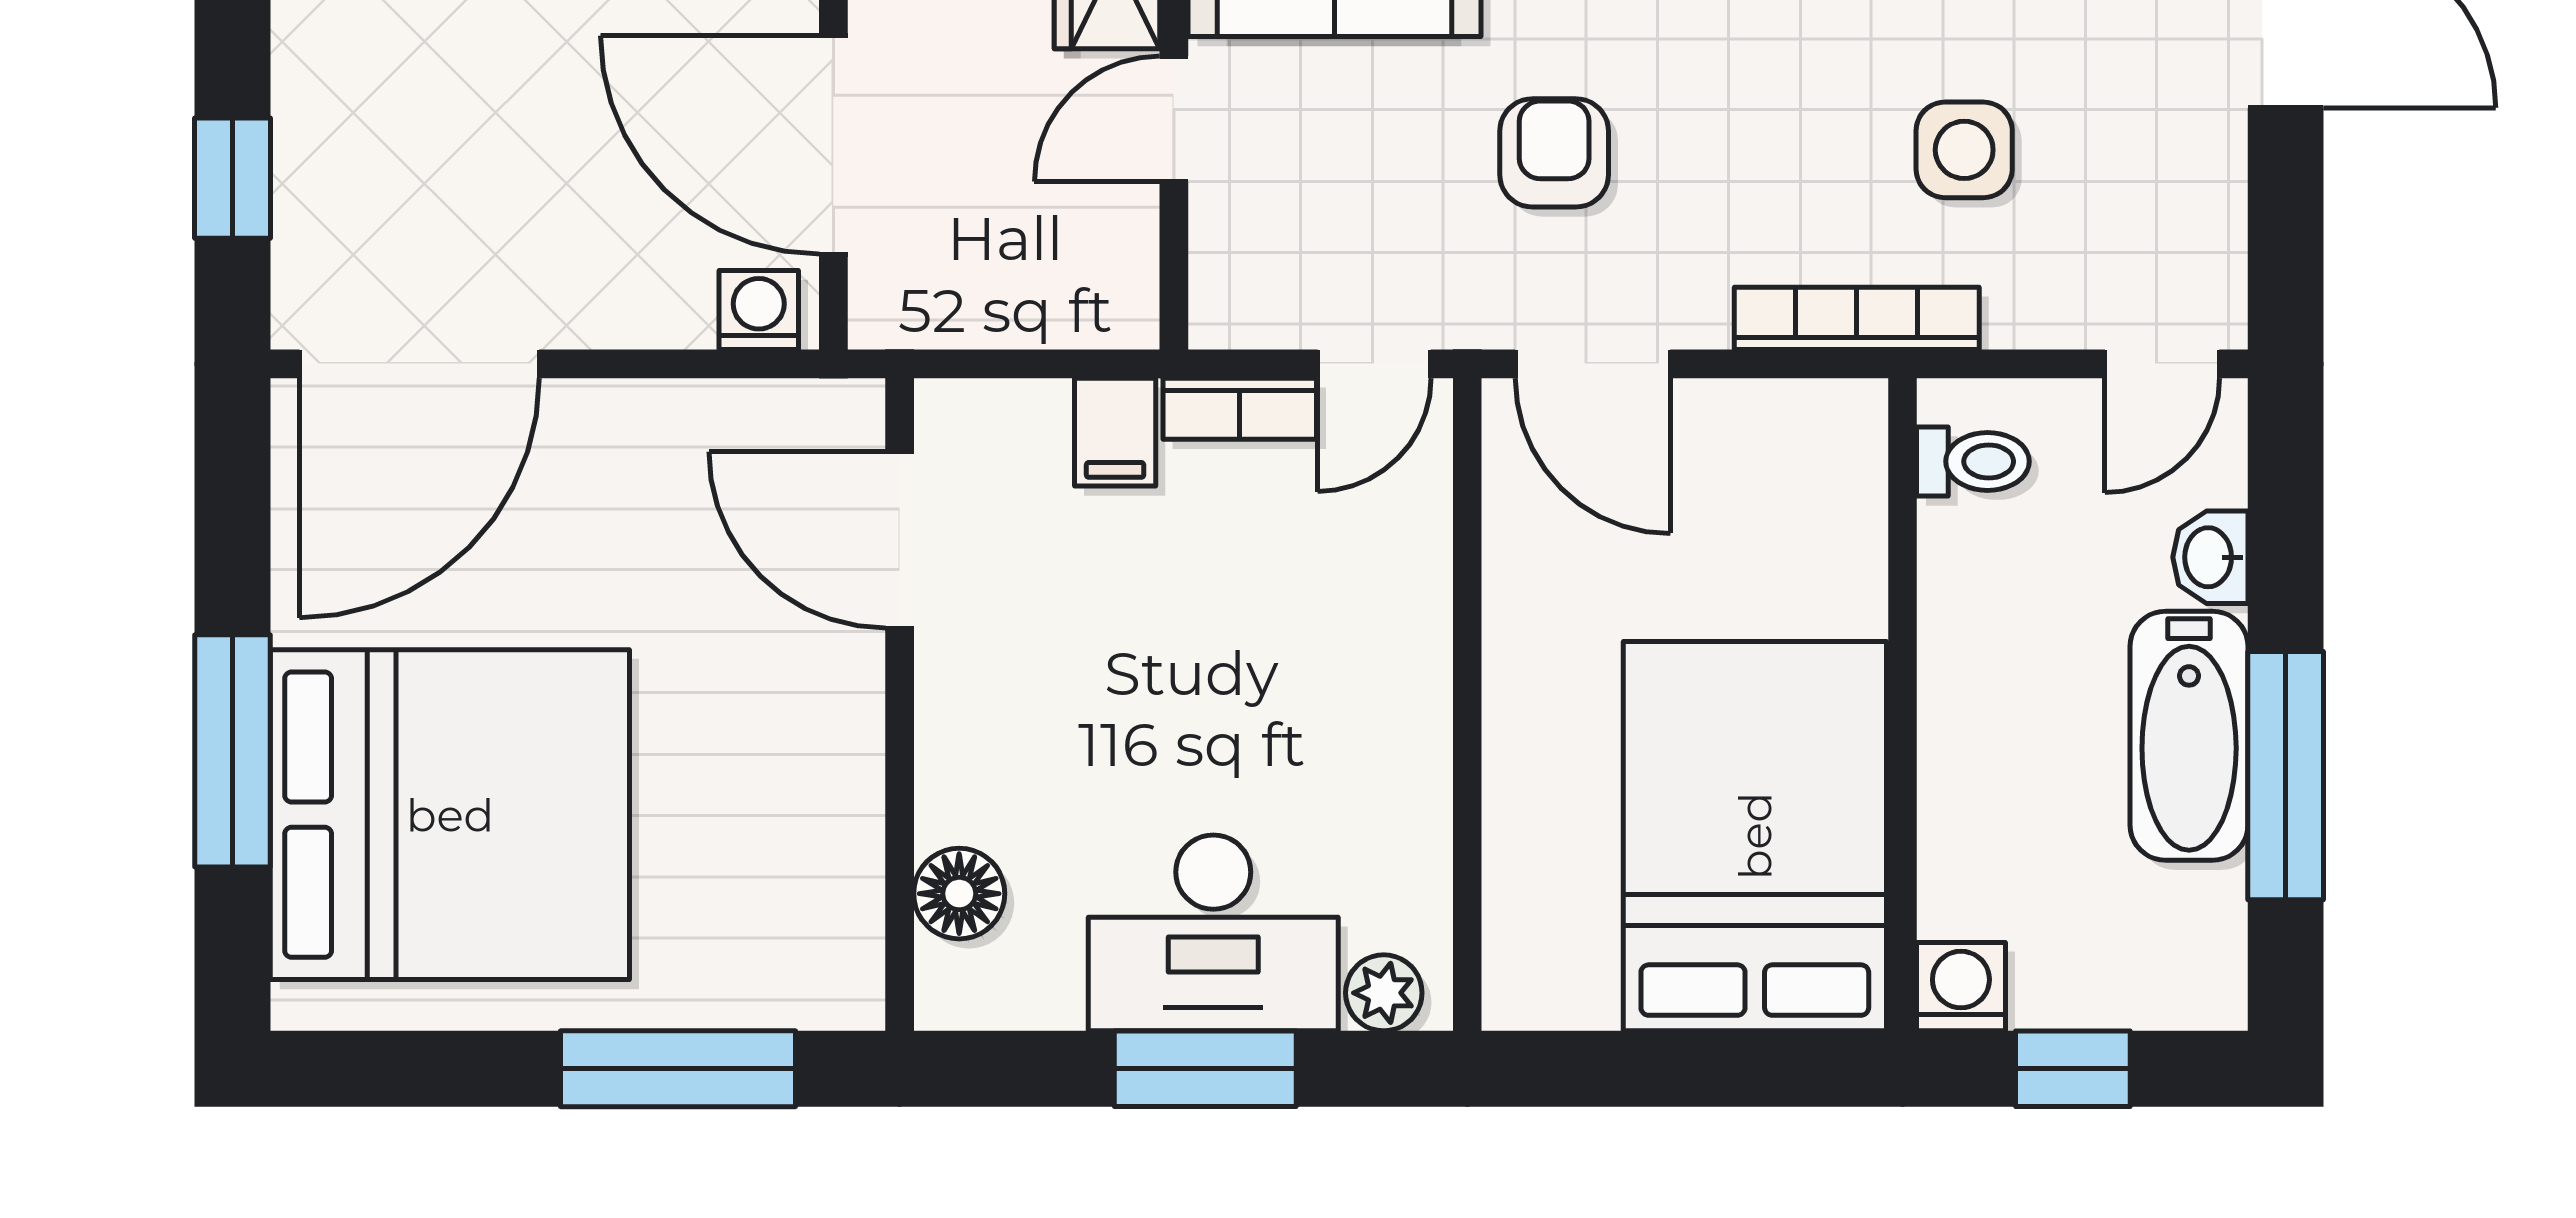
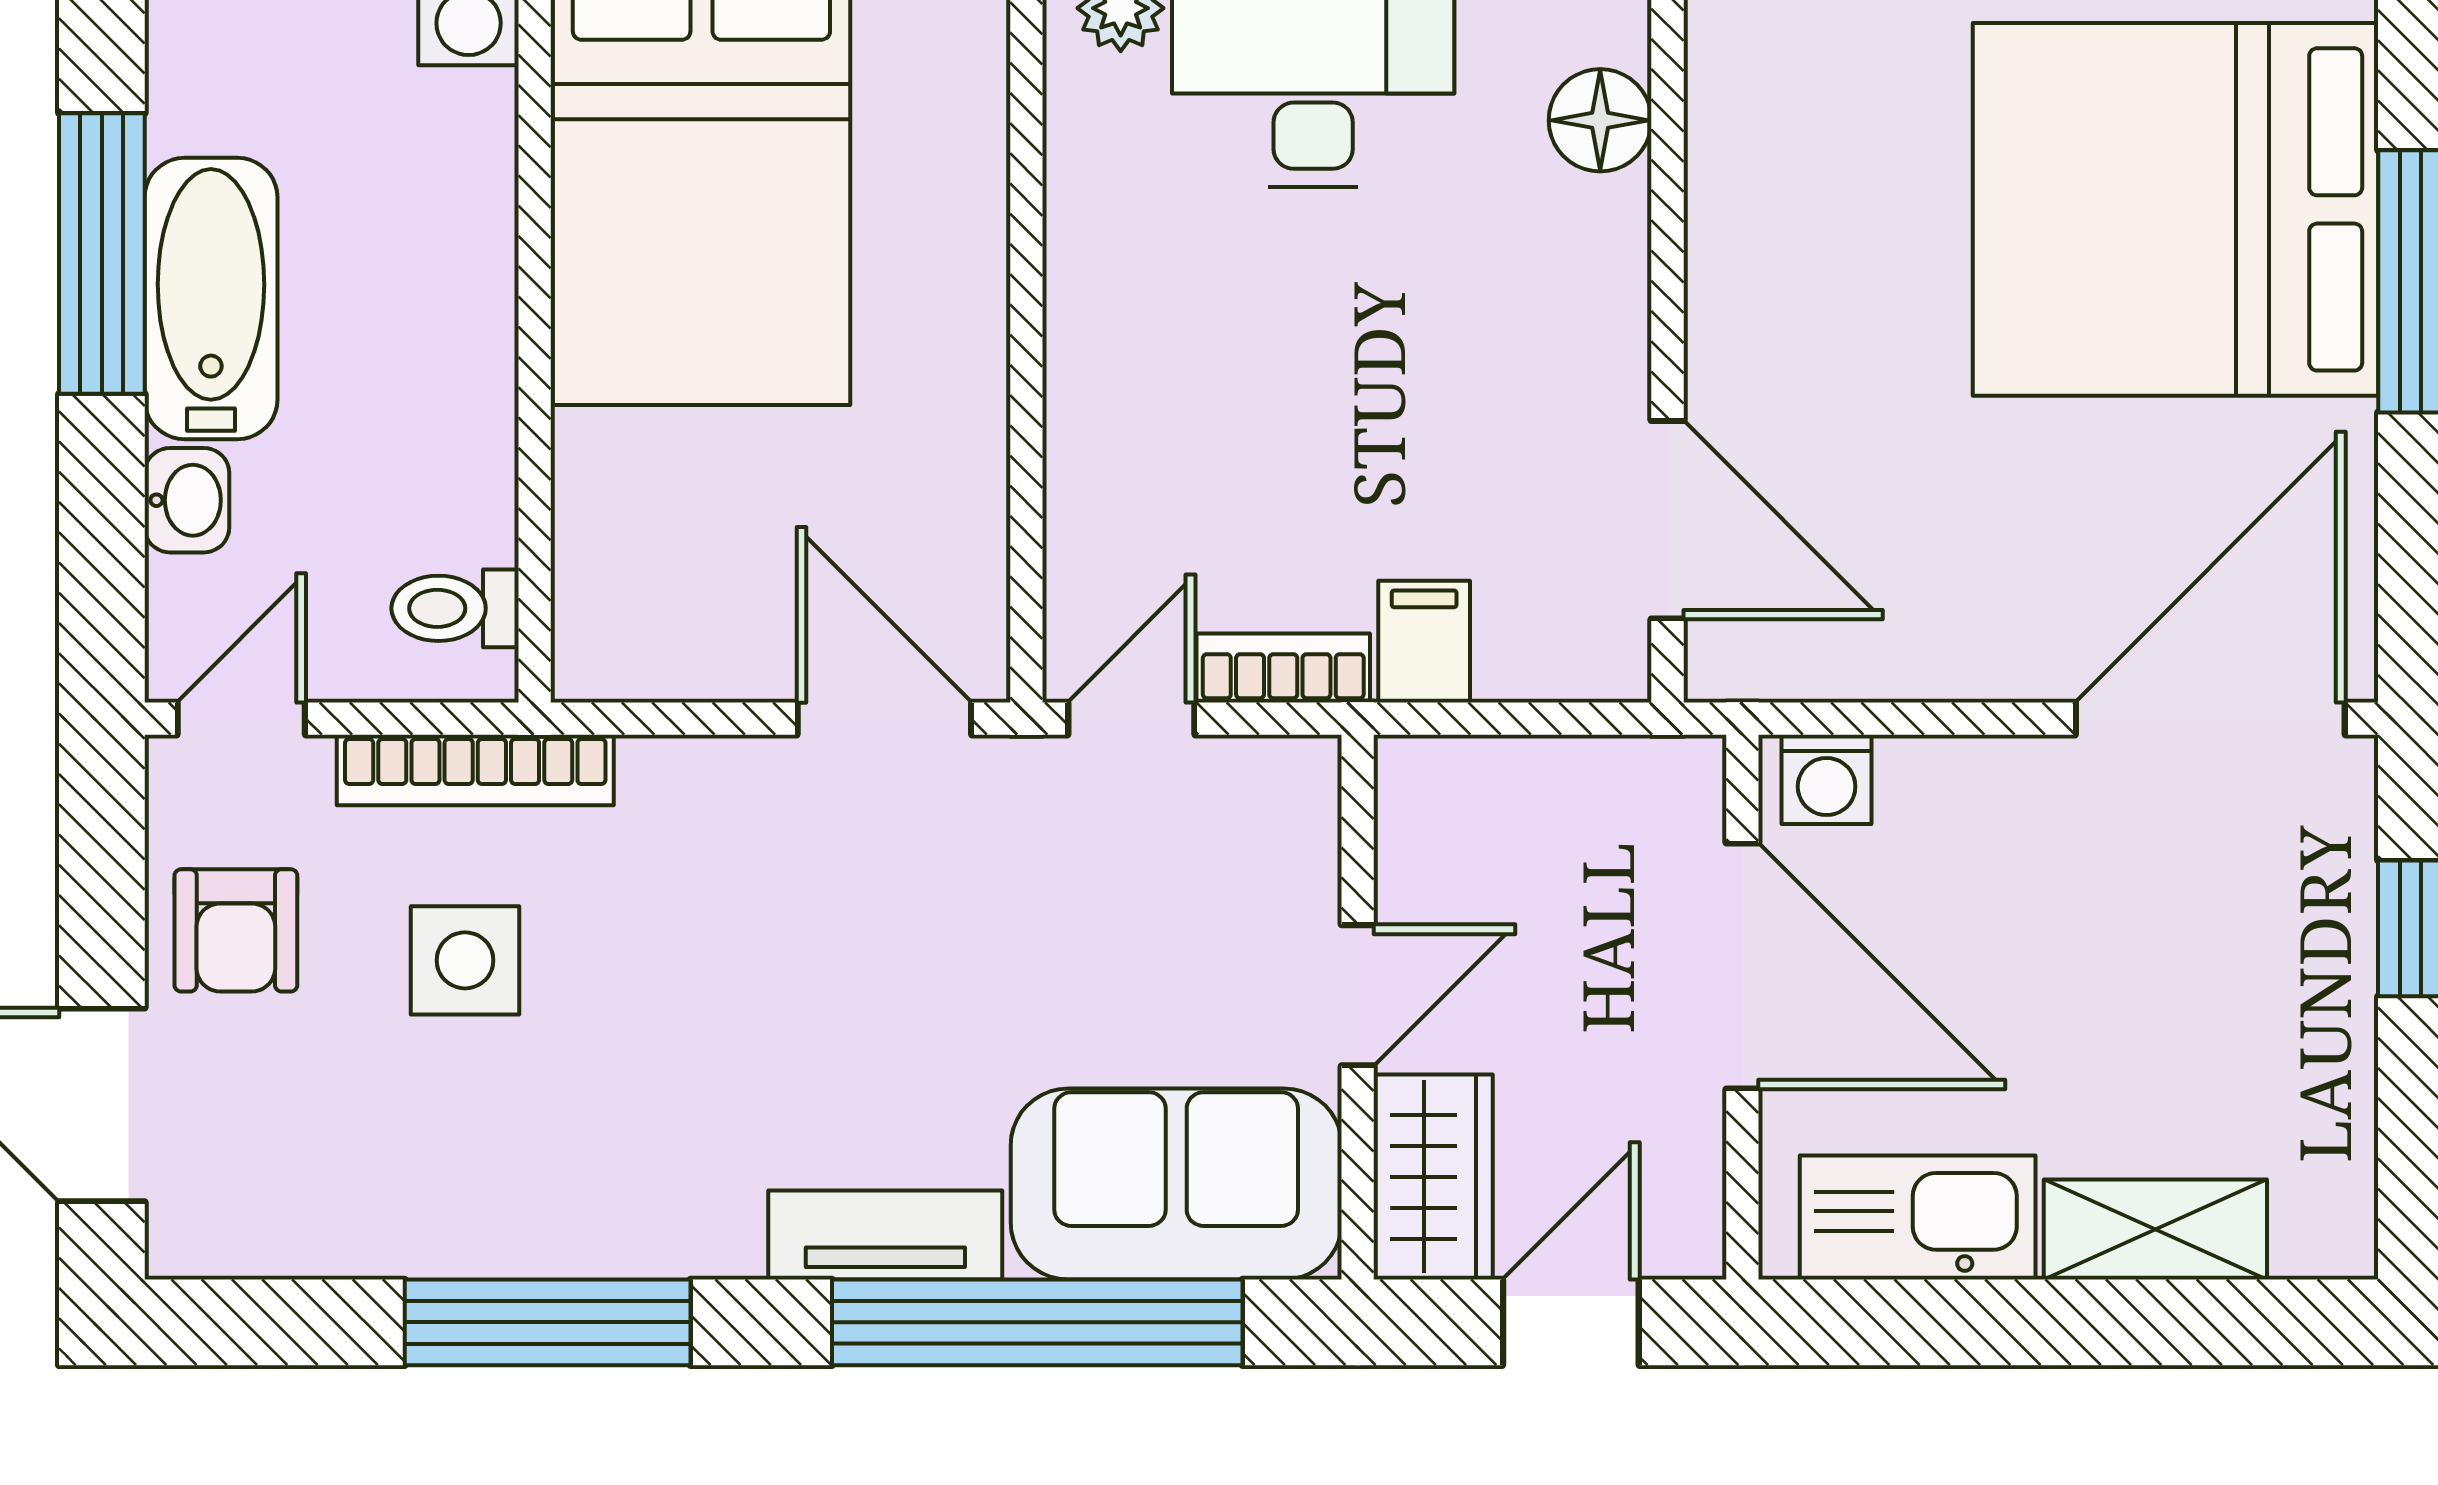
armchair: (1554, 153) -> (236, 930), moved
bookcase: (1857, 318) -> (475, 770), moved

